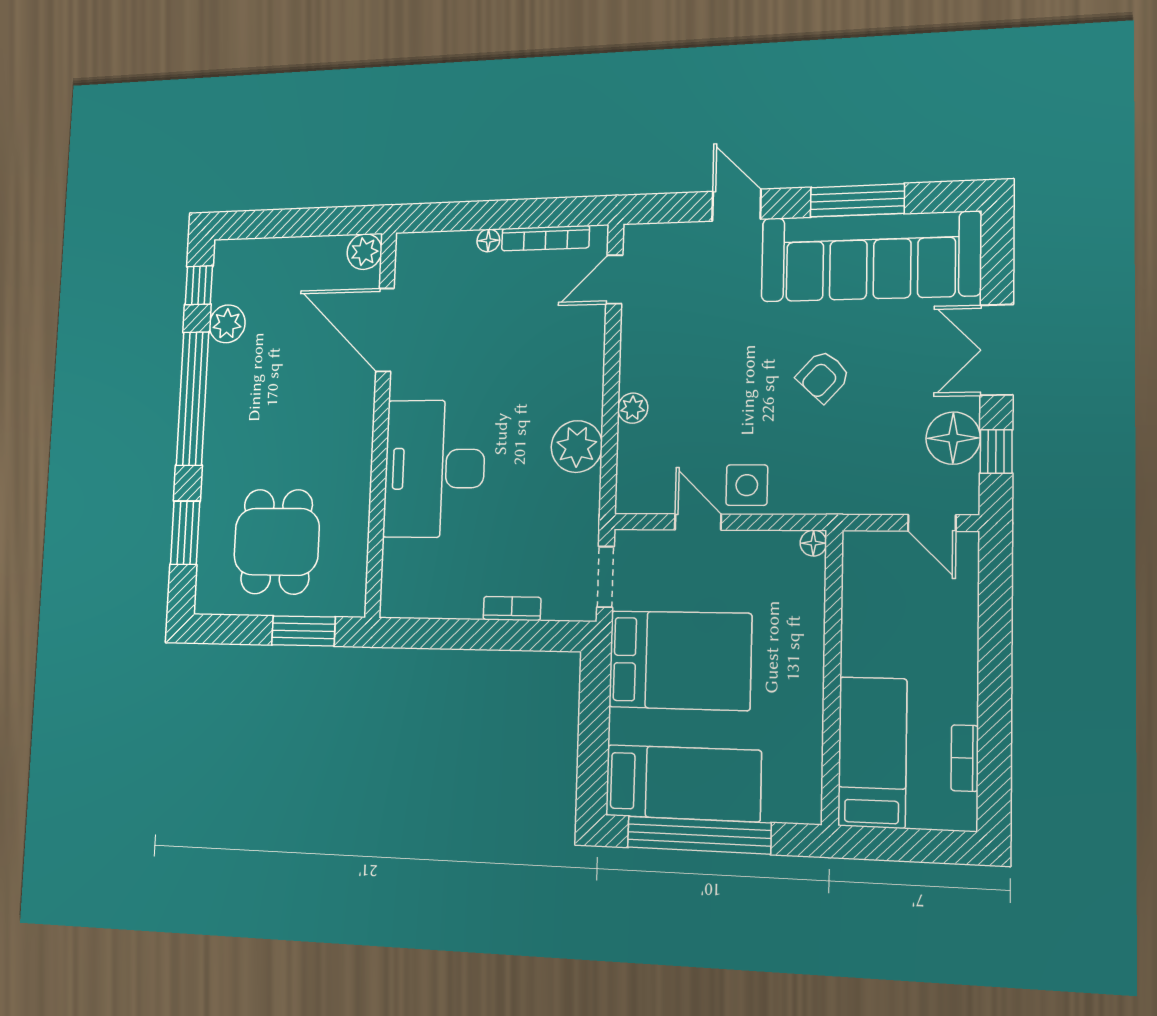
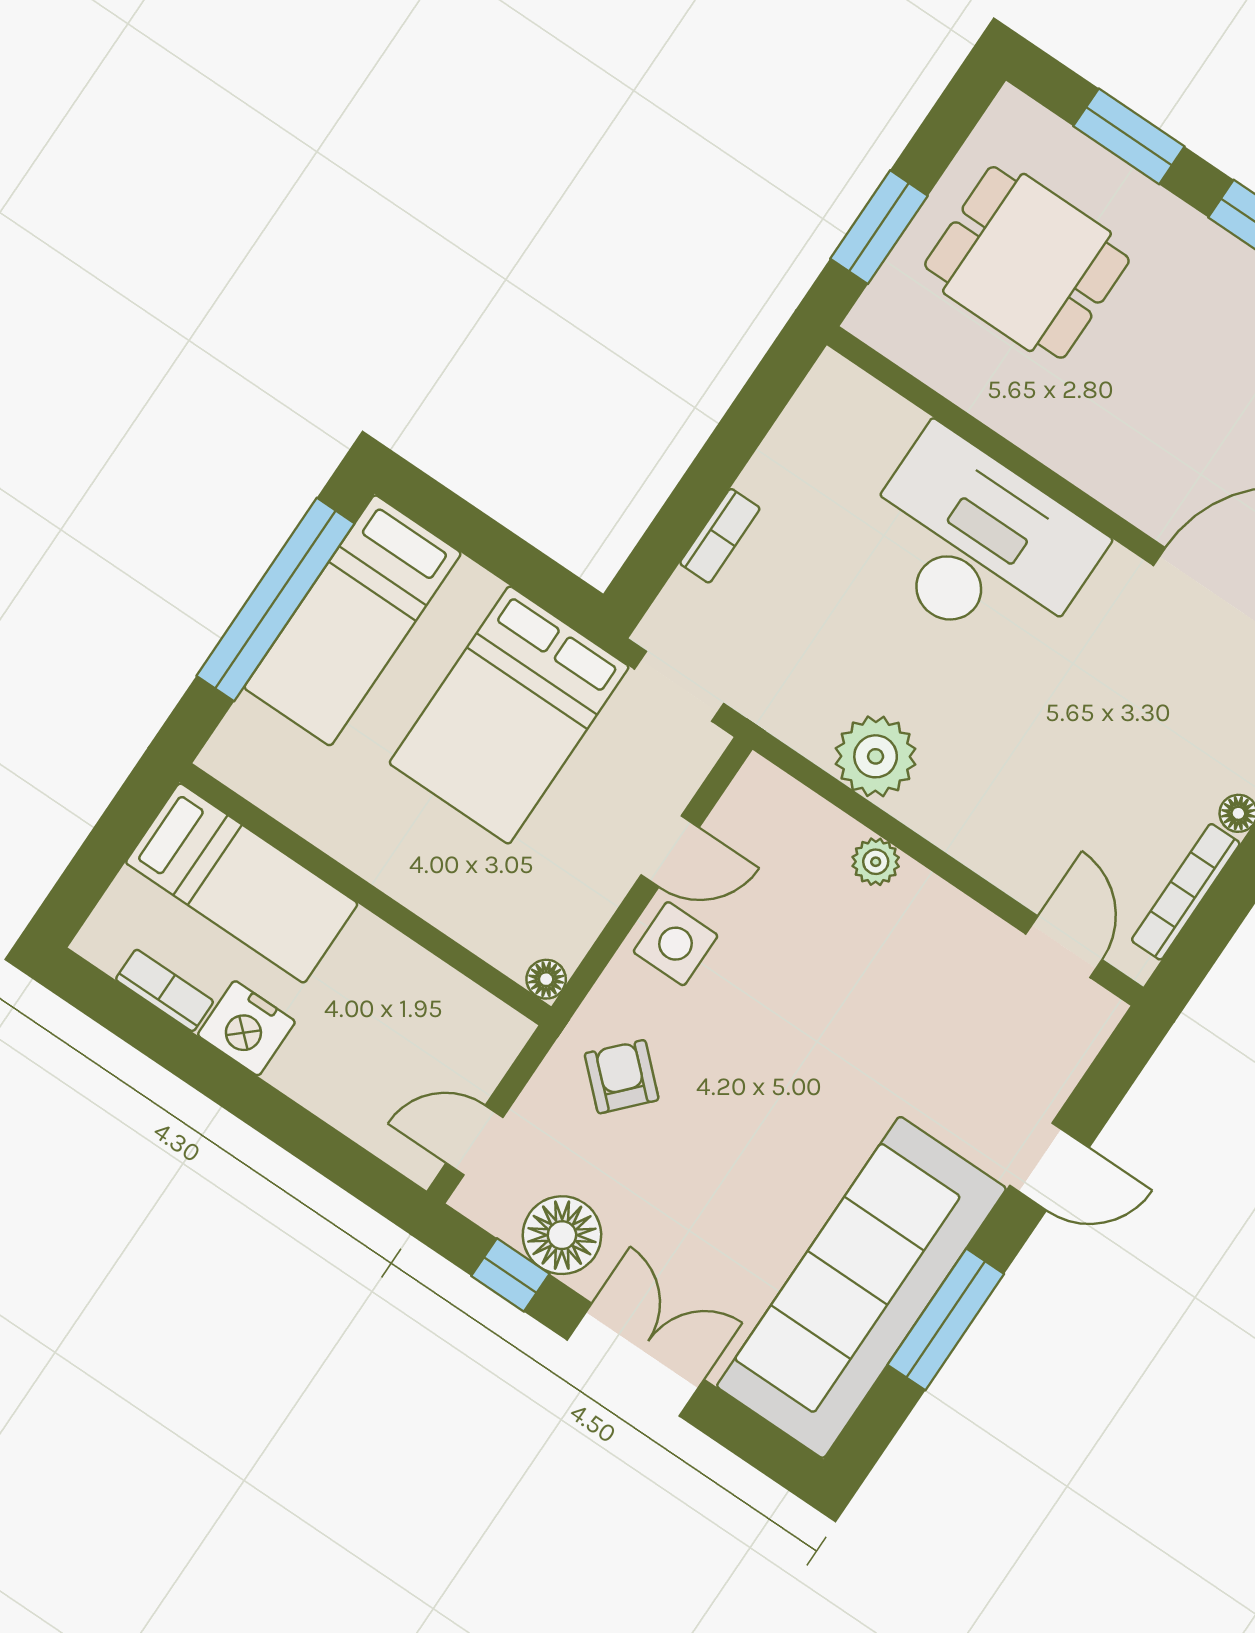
armchair: (823, 376) -> (622, 1077), moved
nightstand: (955, 696) -> (246, 1028), added

